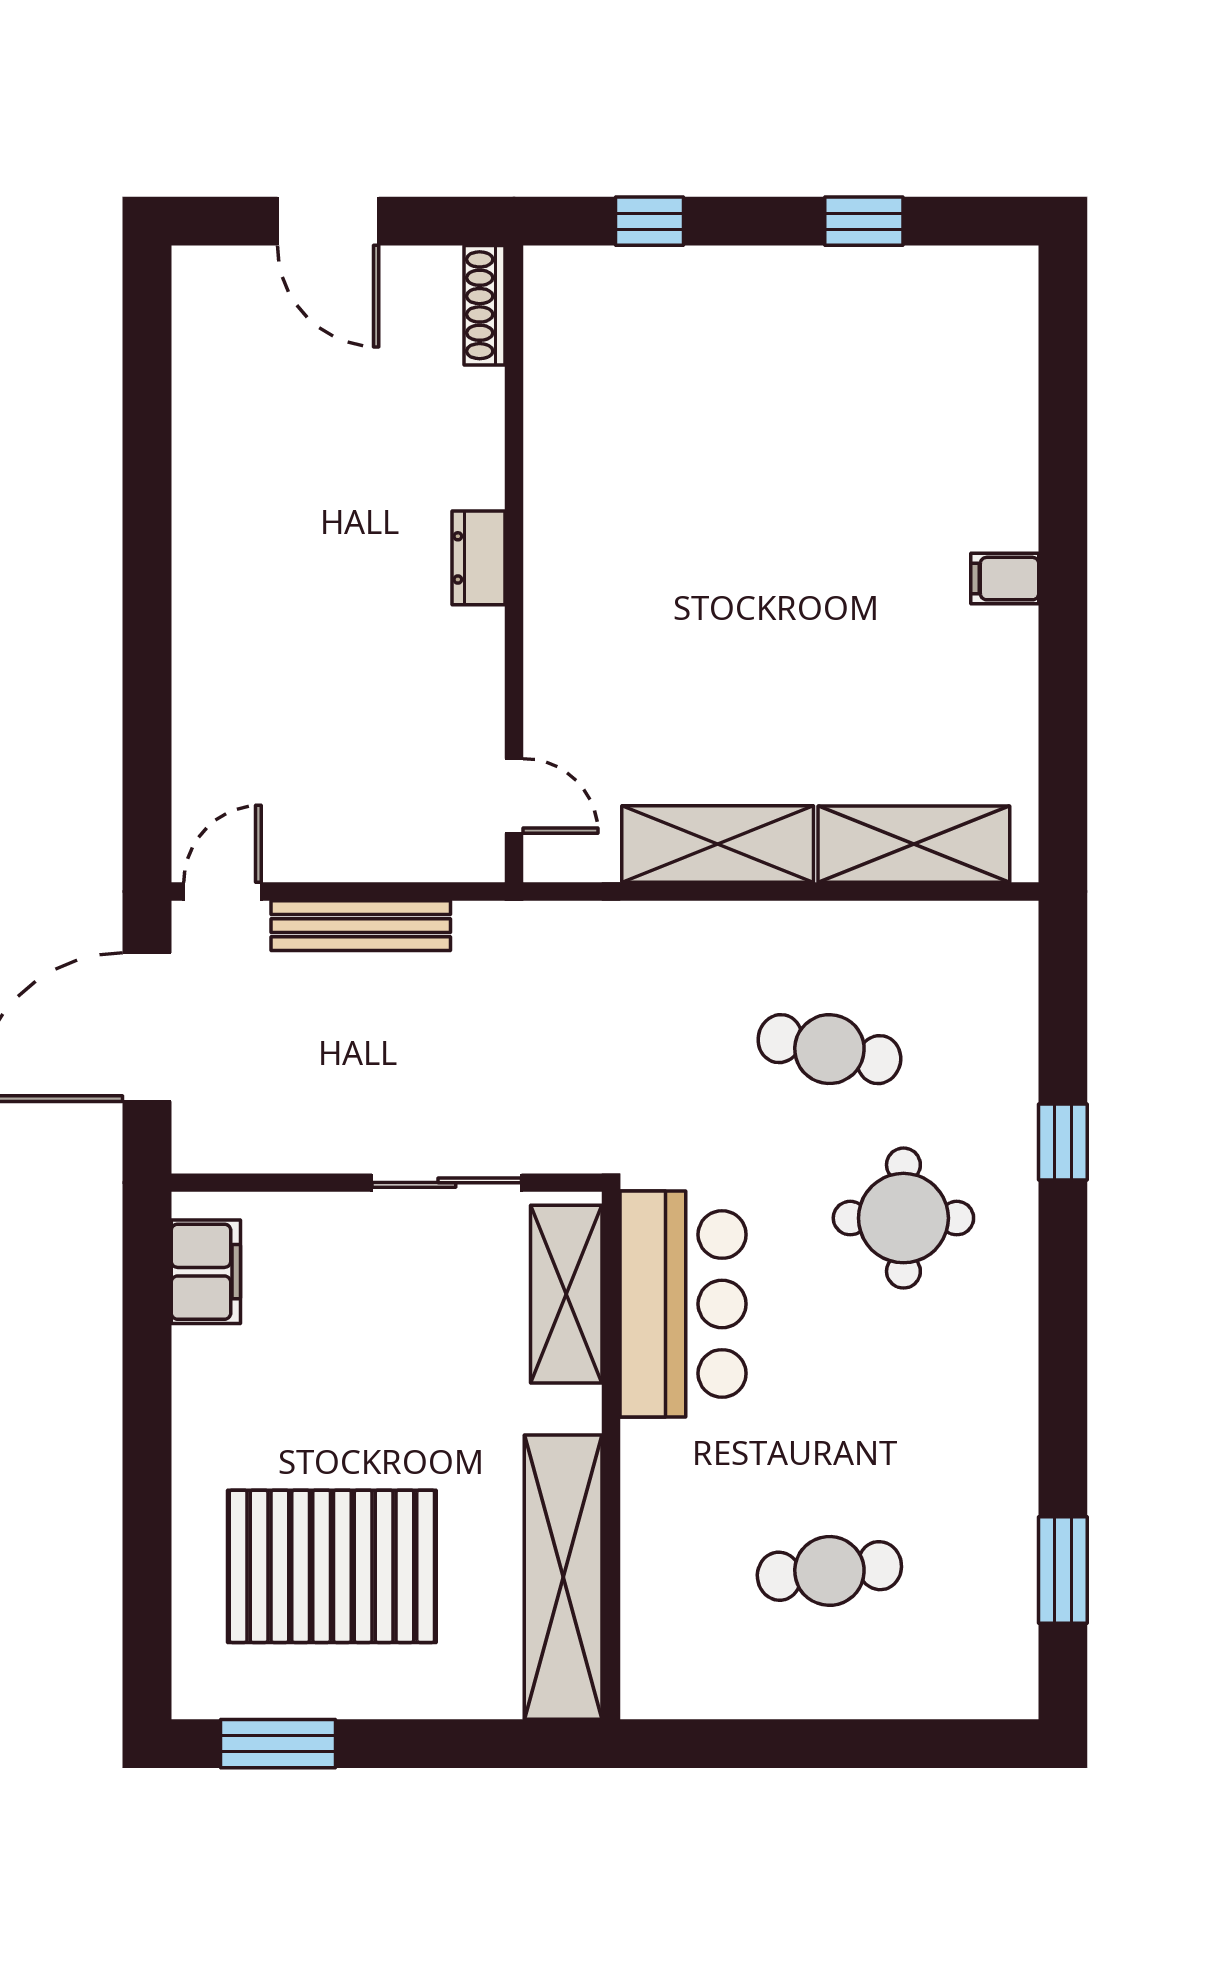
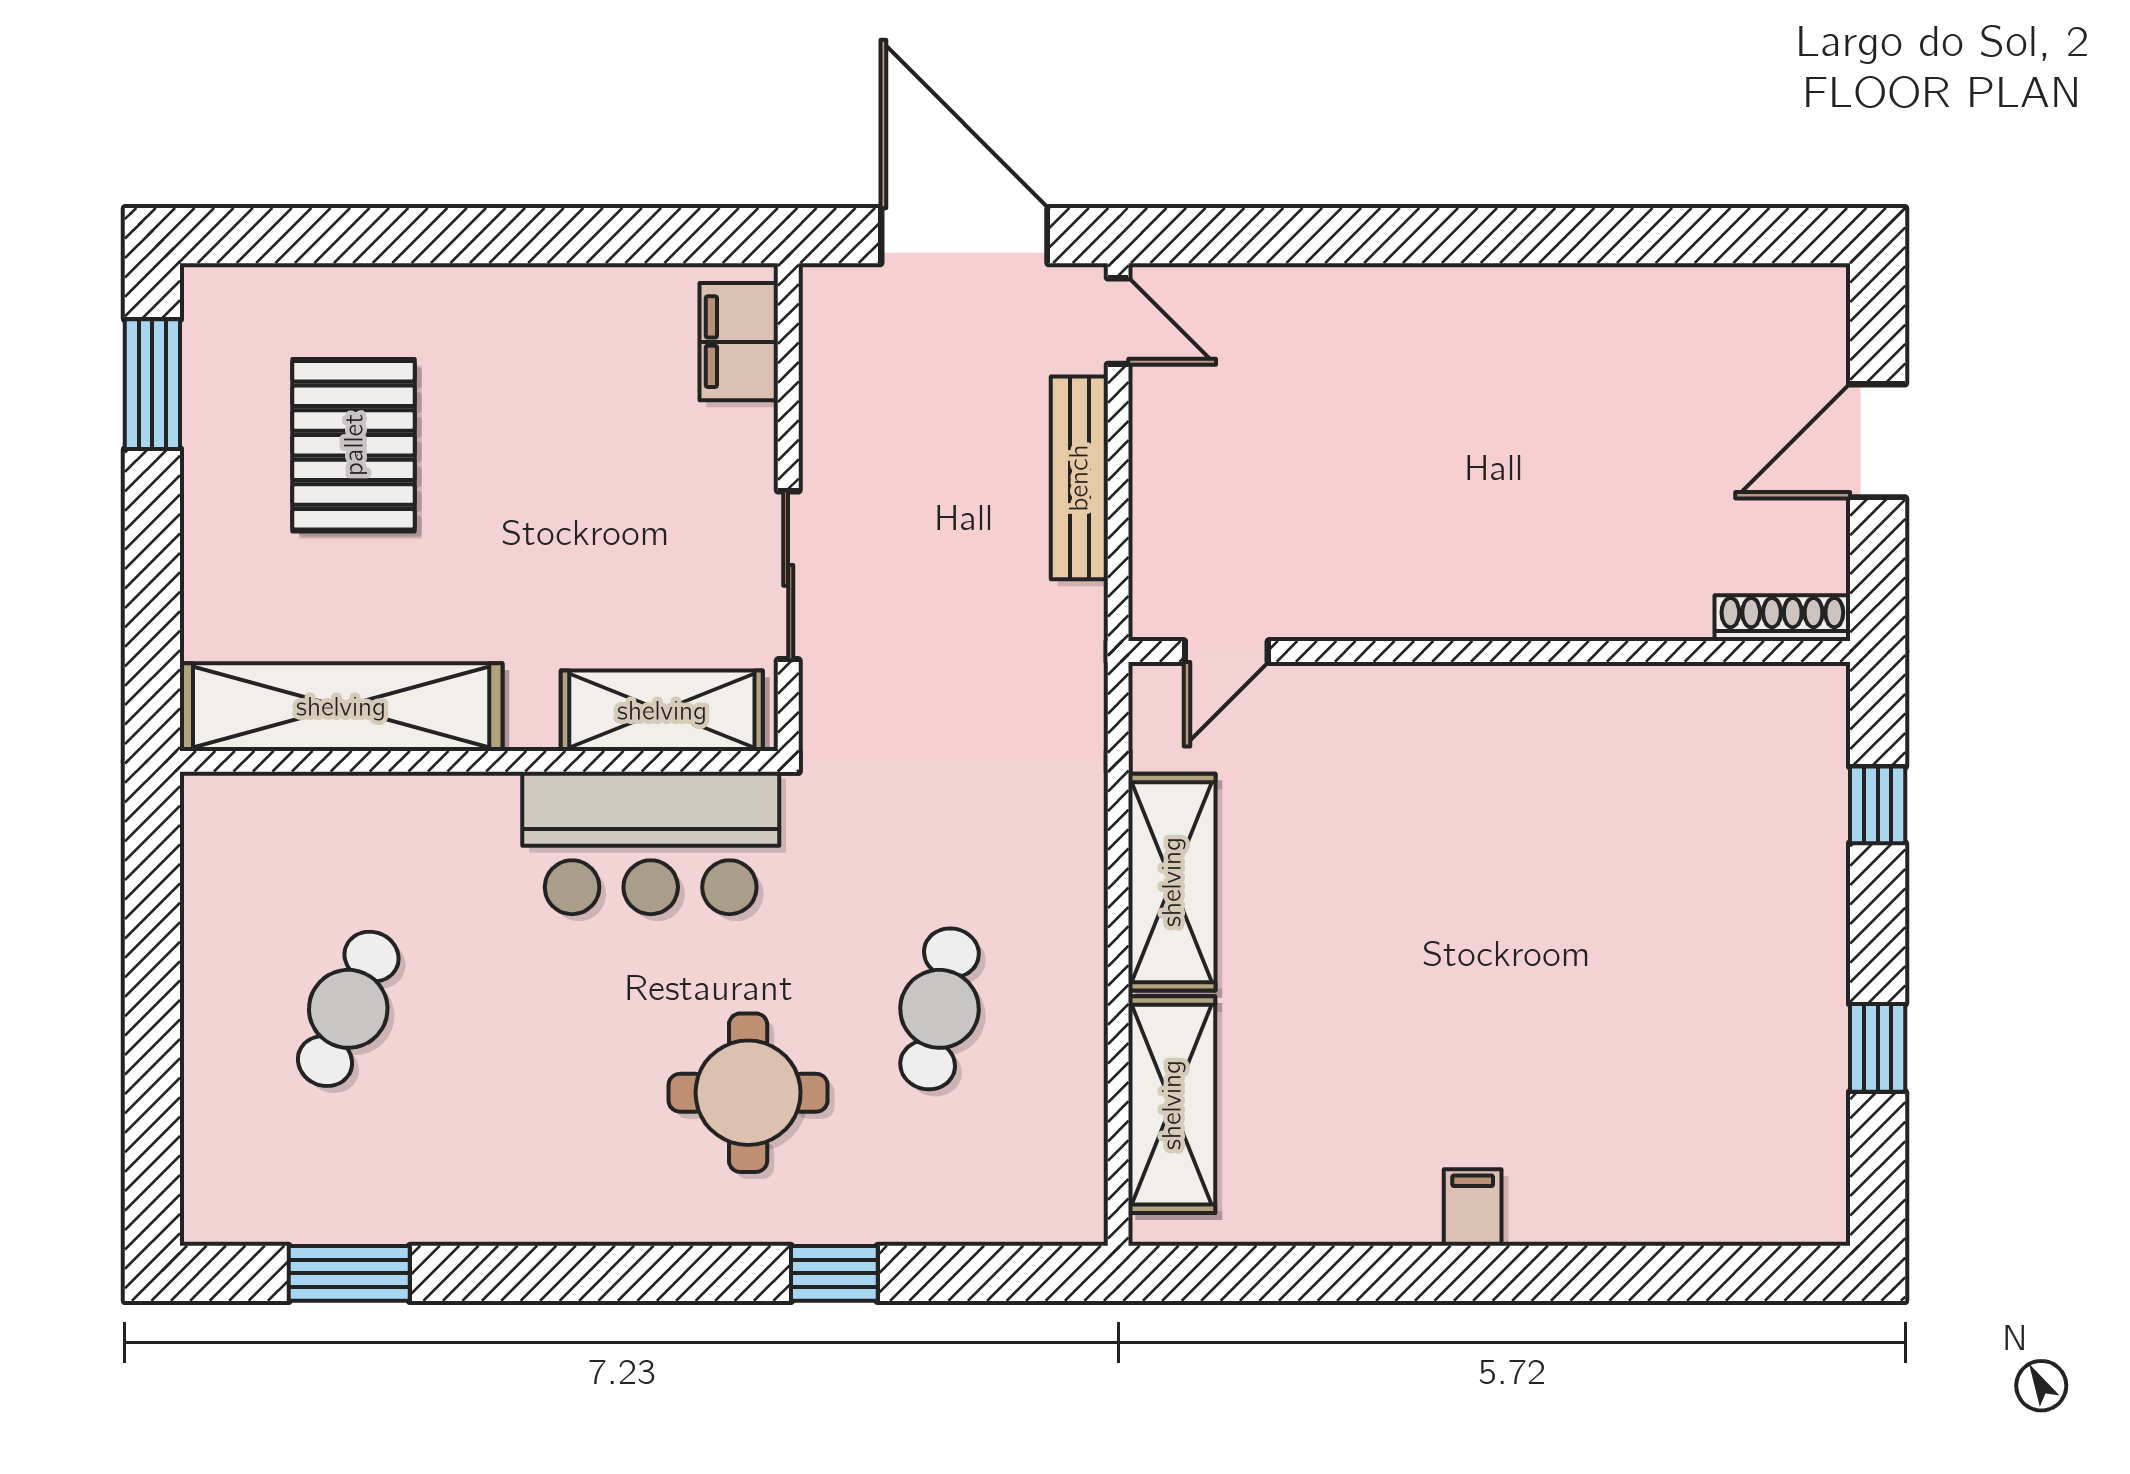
dresser: (478, 558) -> (1496, 611), removed
filing cabinet: (206, 1272) -> (739, 342), moved, turned 90
pallet: (332, 1566) -> (354, 445), width x0.73, depth x0.71
cafe table: (829, 1571) -> (348, 1009), turned 30

